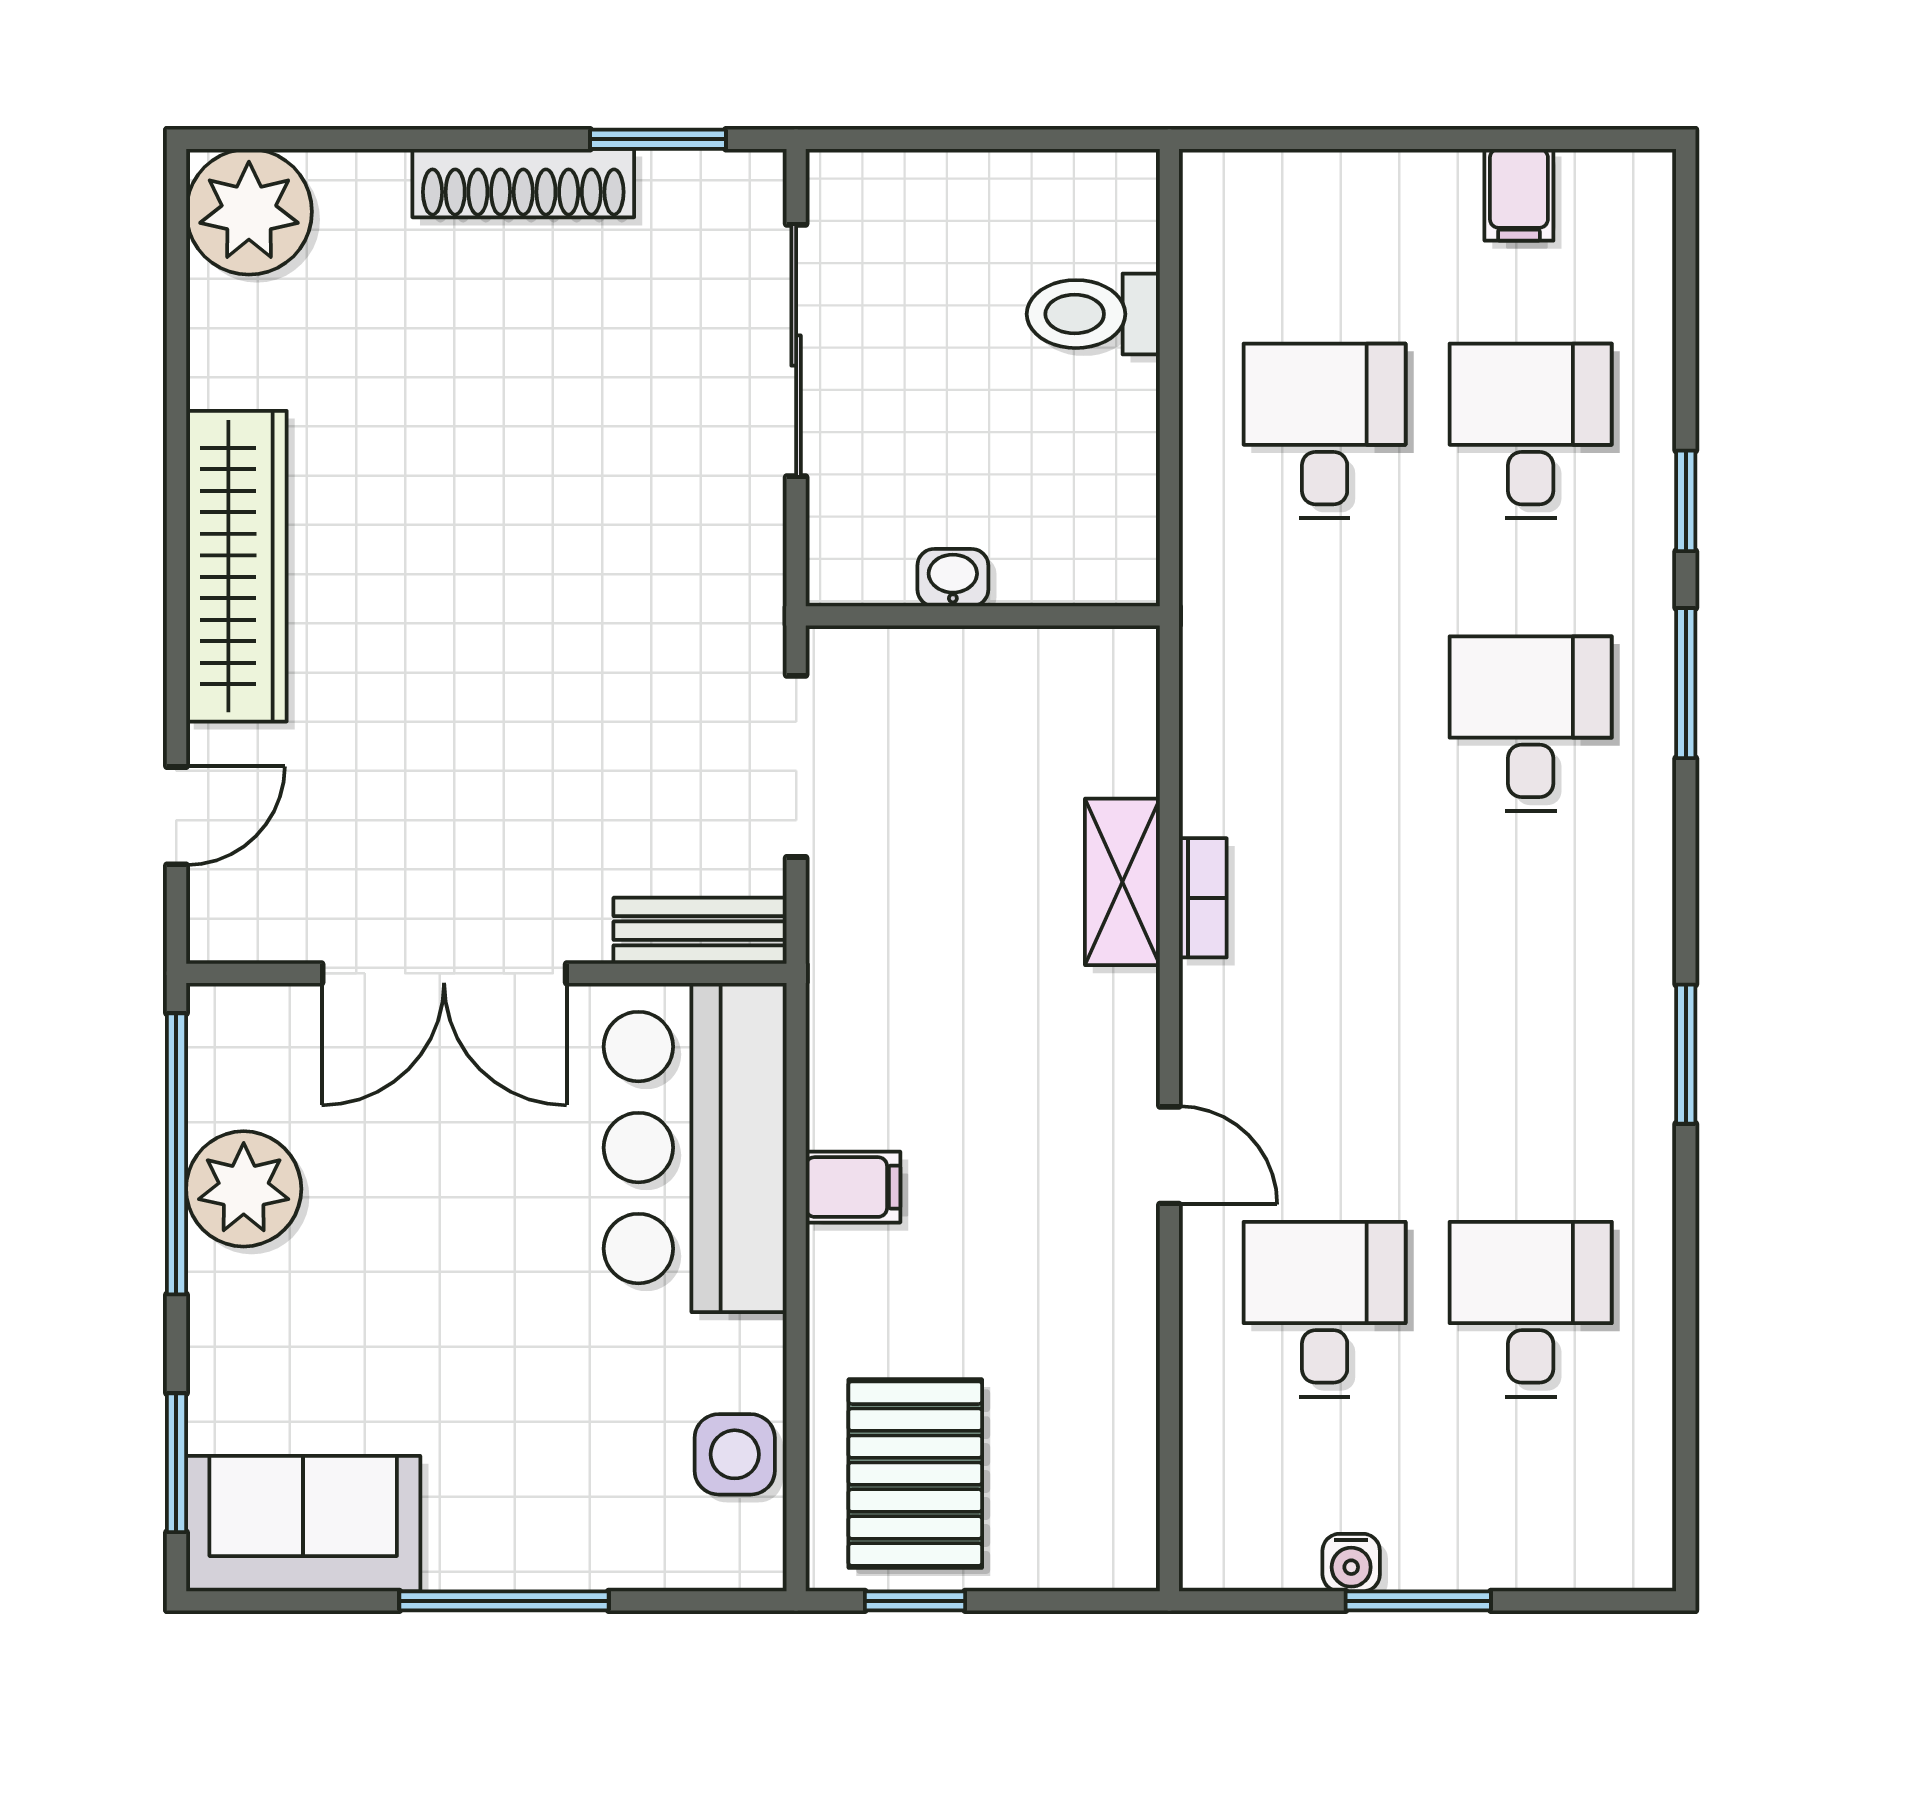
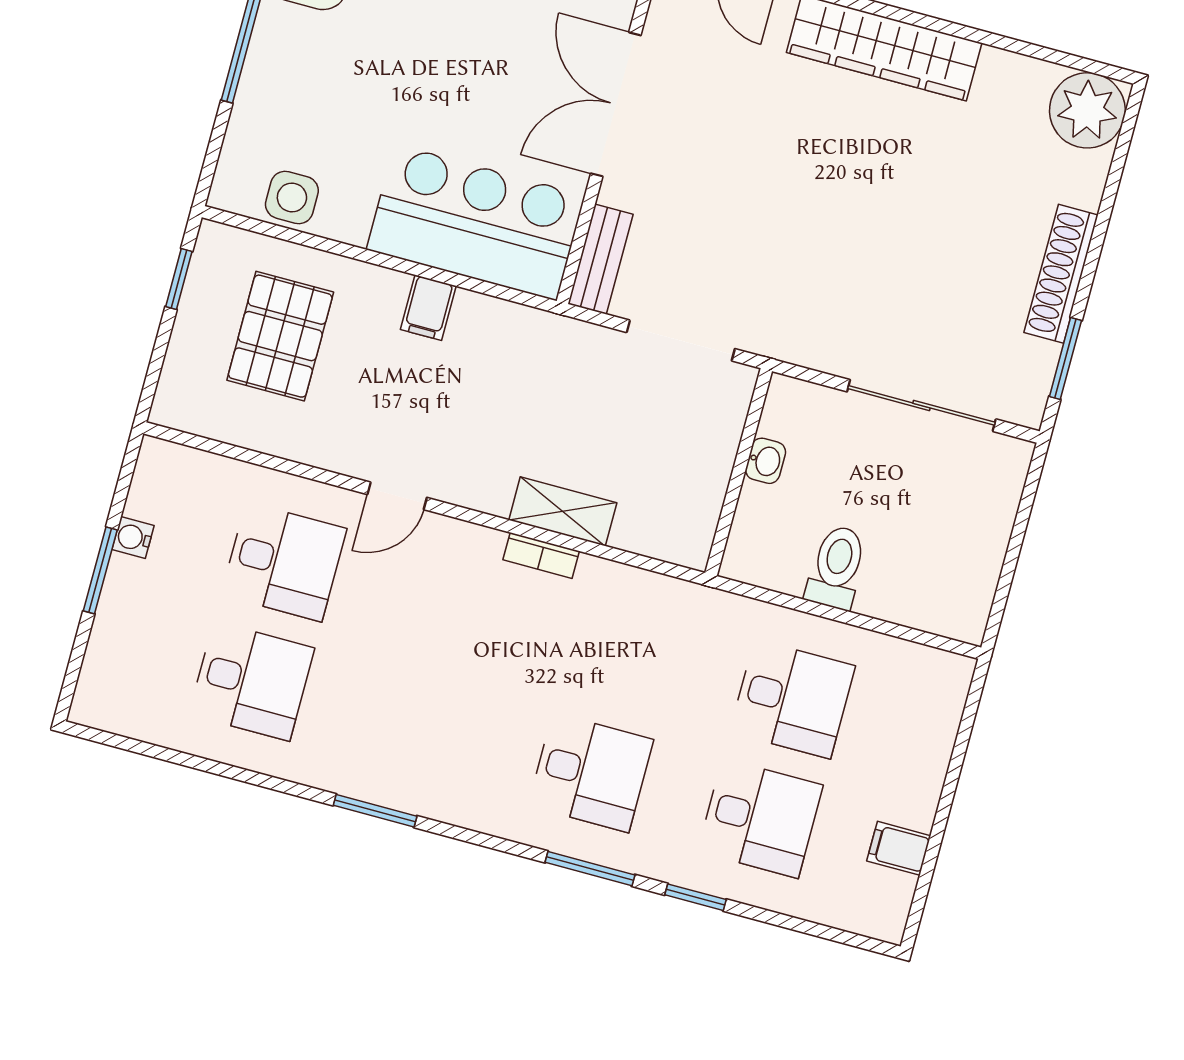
toilet: (1093, 314) -> (837, 567), moved
pallet: (915, 1474) -> (280, 336), moved, turned 90

